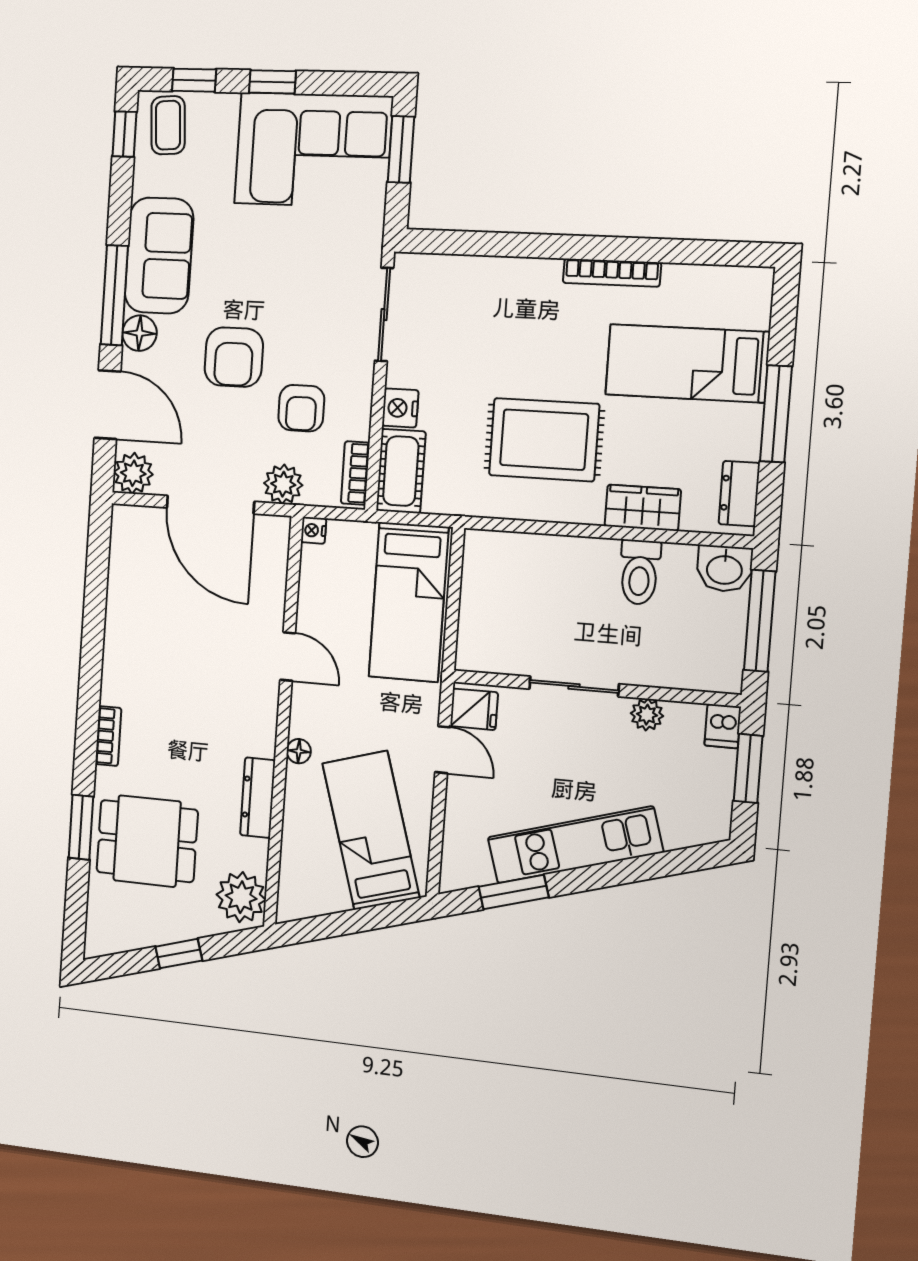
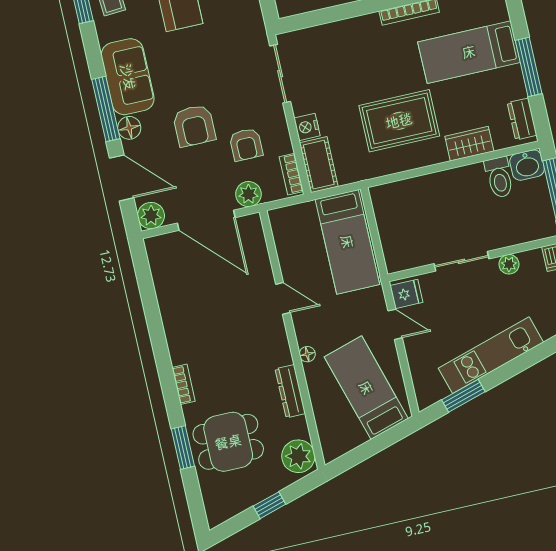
nightstand: (313, 530) -> (276, 216), removed
toilet: (640, 572) -> (499, 177), moved

